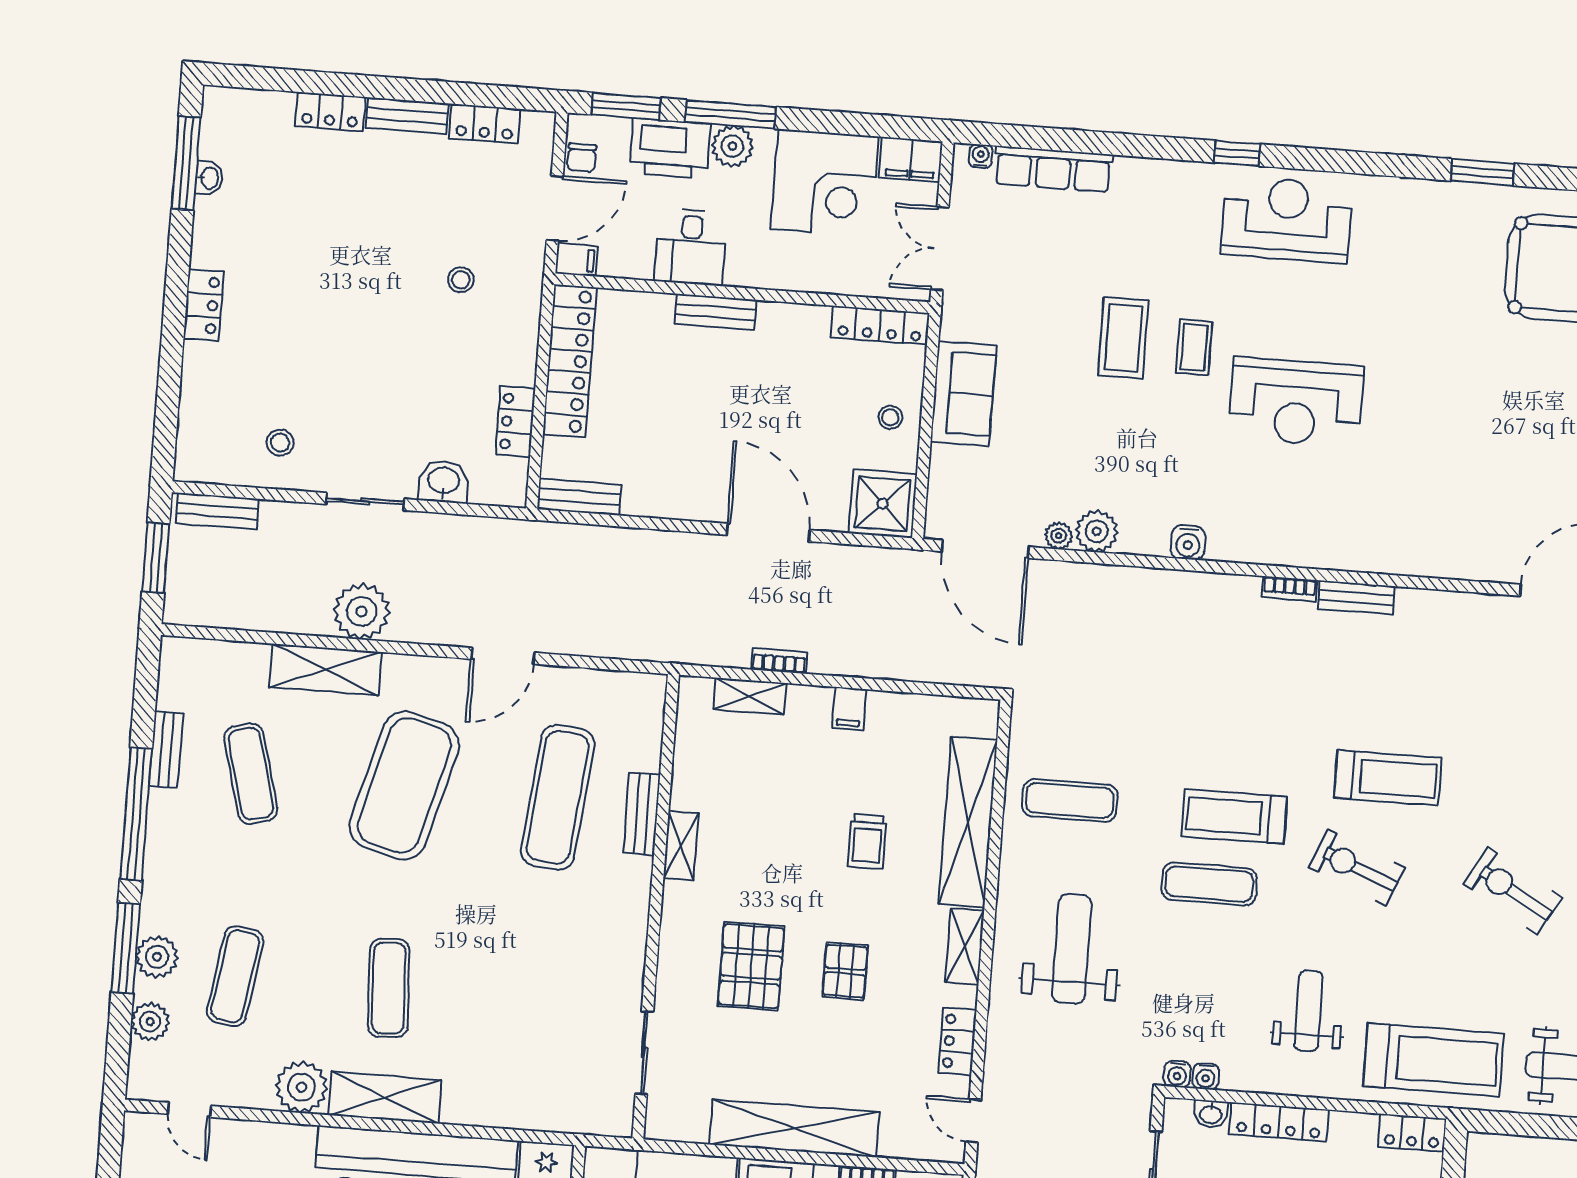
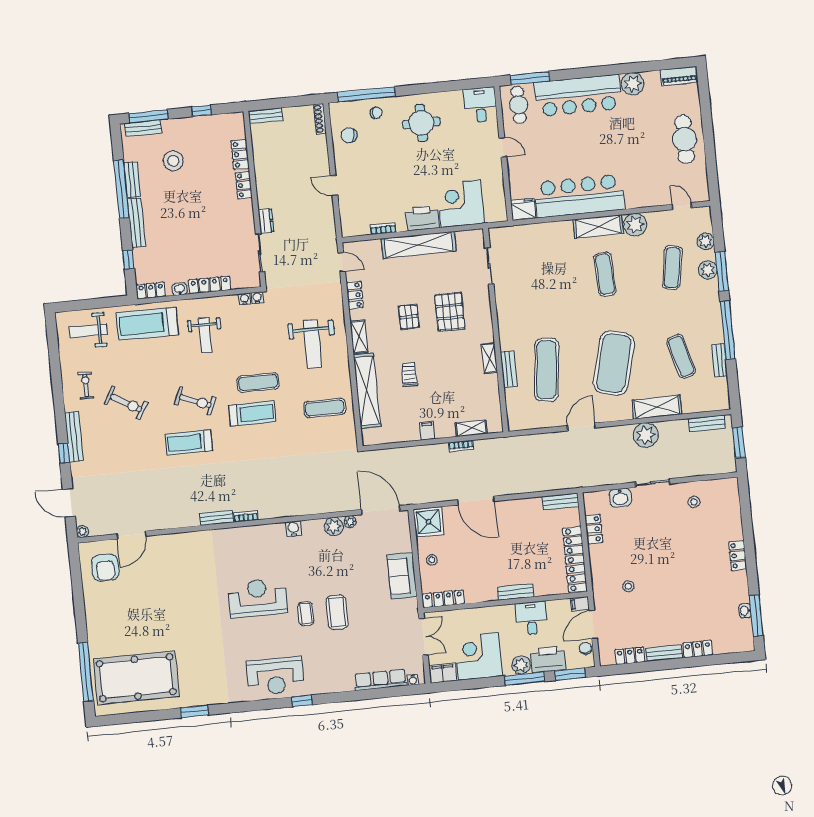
bench: (217, 511) -> (707, 423), moved
washbasin: (1211, 1114) -> (180, 289), moved

